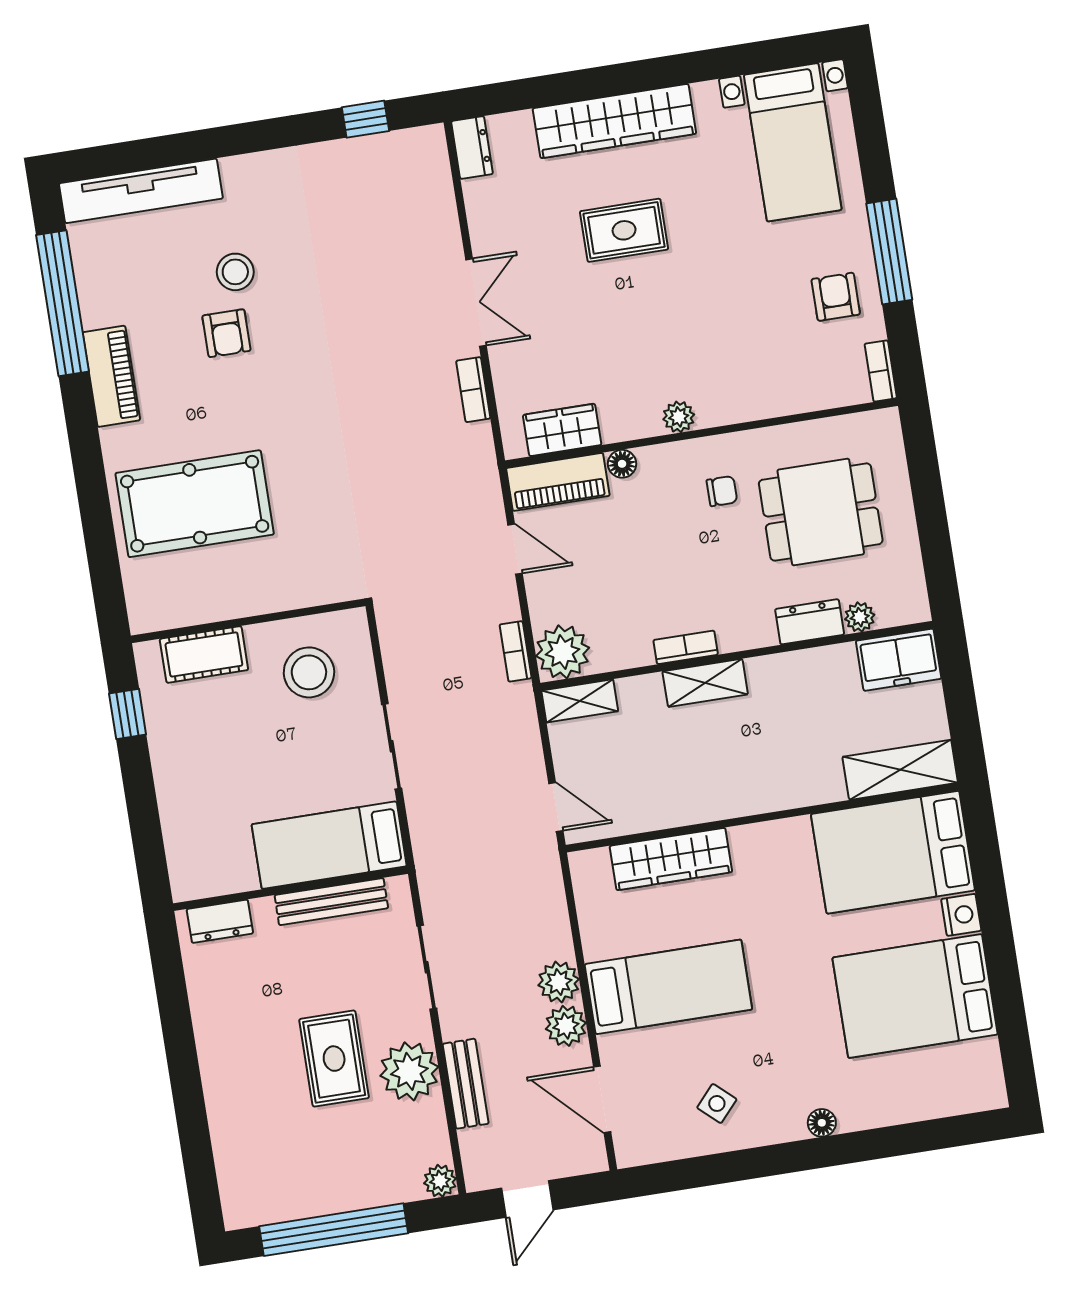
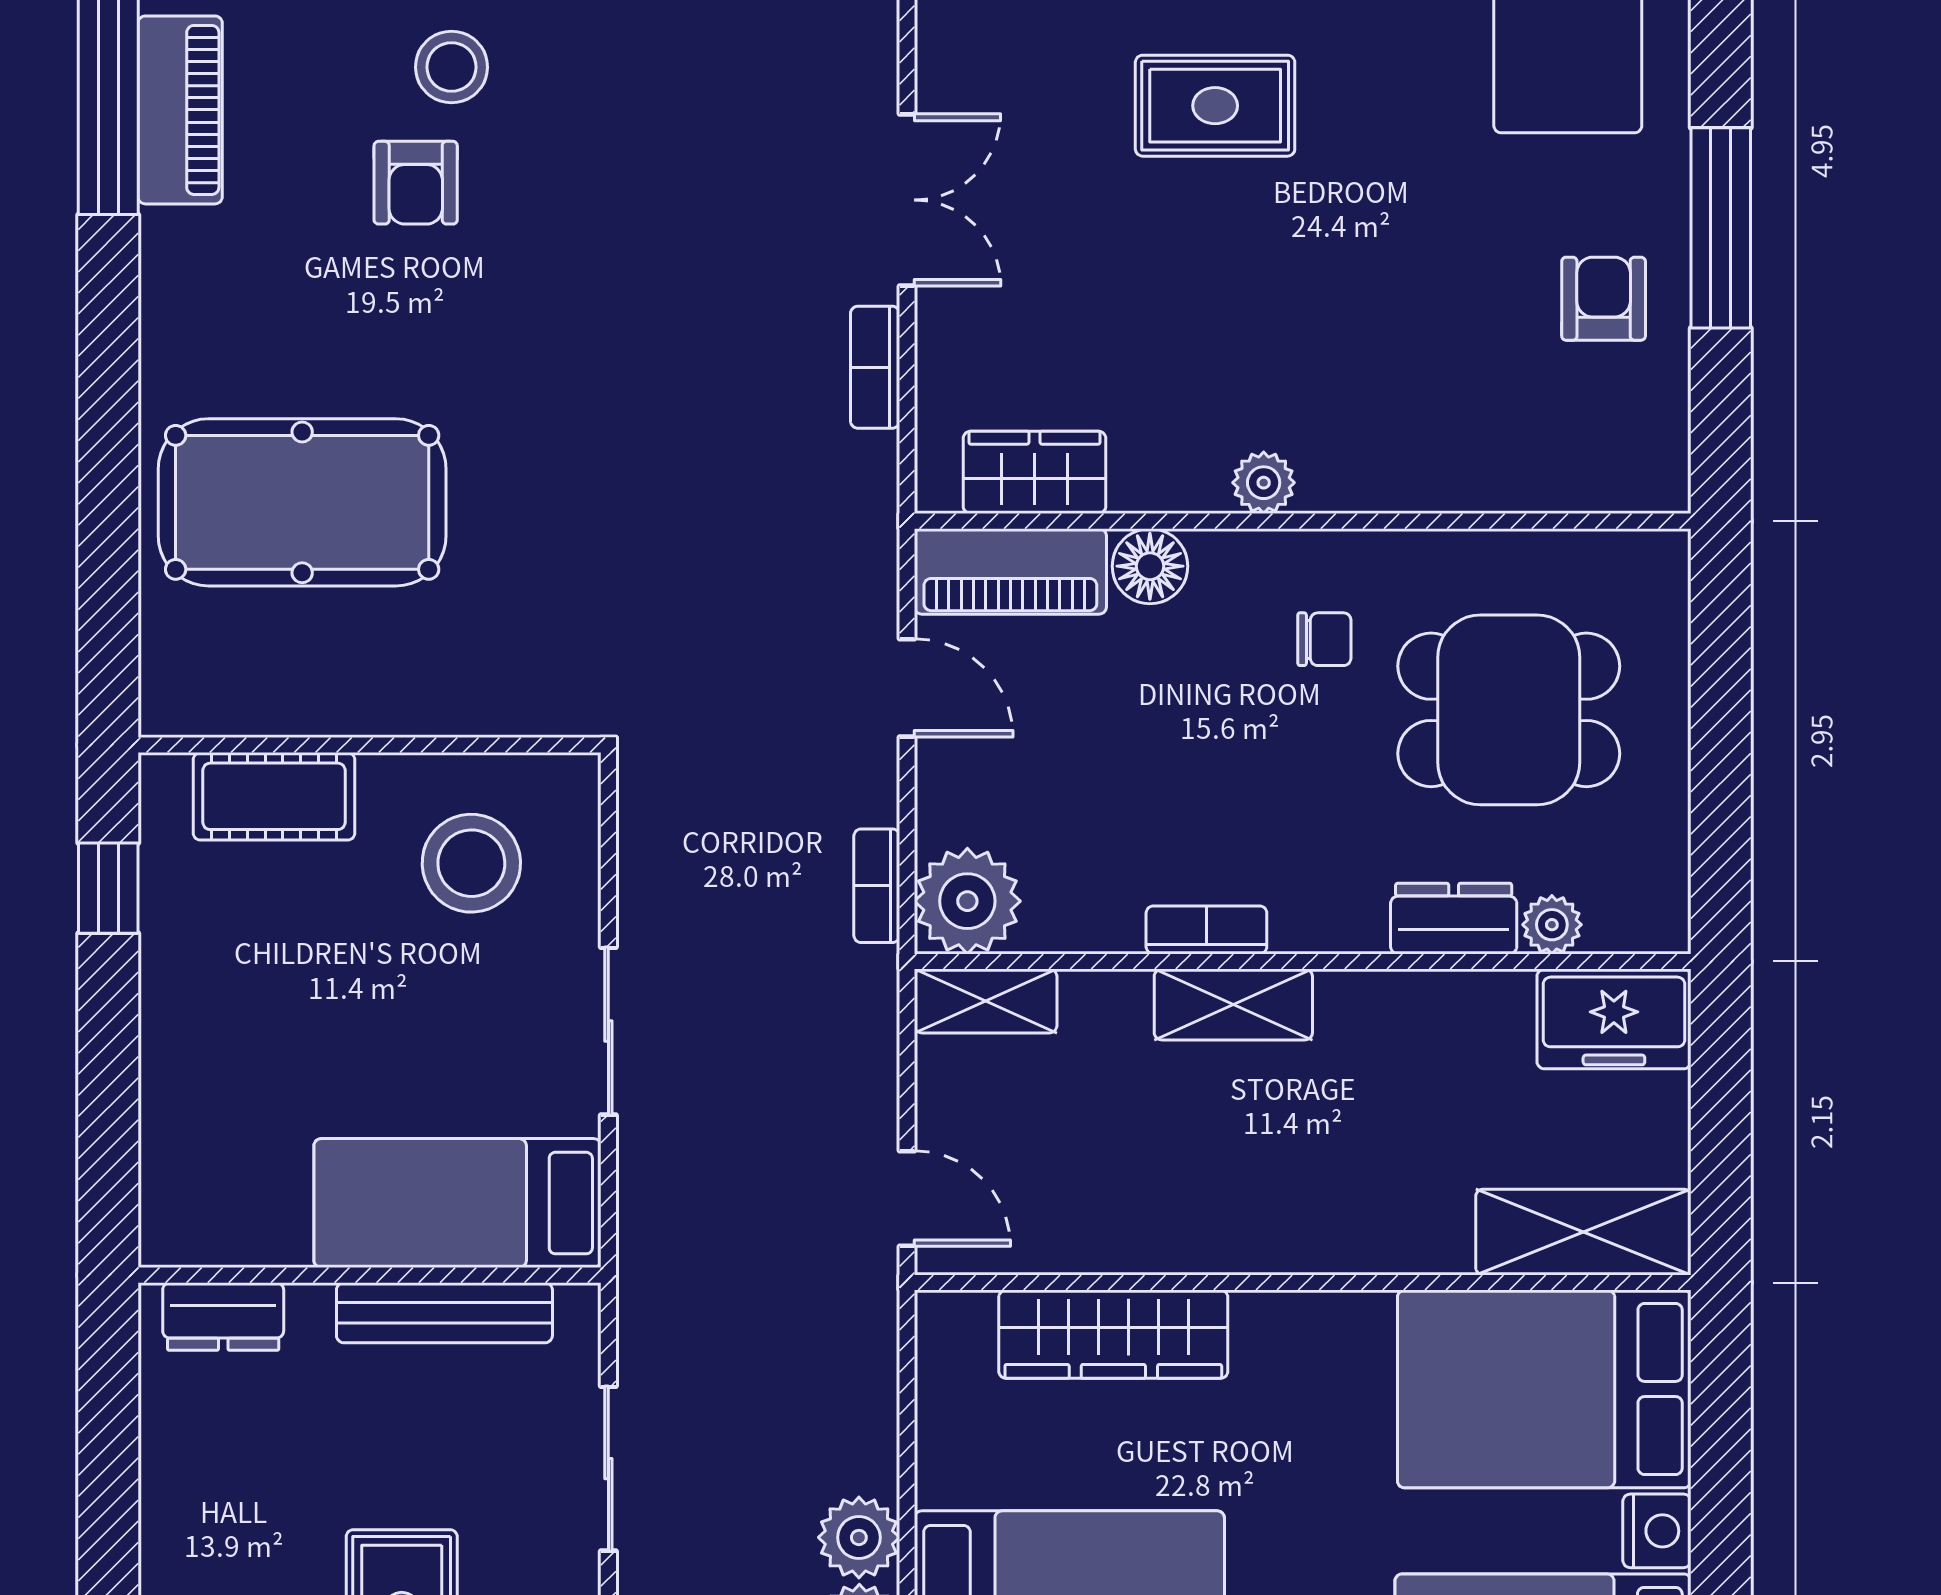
bookcase: (881, 371) -> (1668, 456), removed
piano: (111, 376) -> (180, 110), moved
floor lamp: (622, 464) -> (1150, 566), width x1.37, depth x1.37

